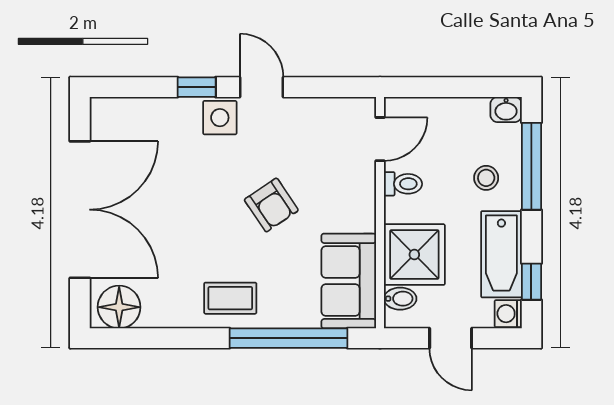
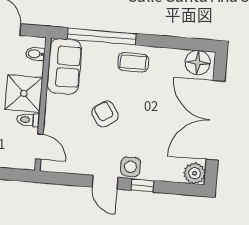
plant: (108, 116) -> (195, 173), added
door: (380, 139) -> (39, 147), swing flipped
shower: (414, 255) -> (24, 93), moved

